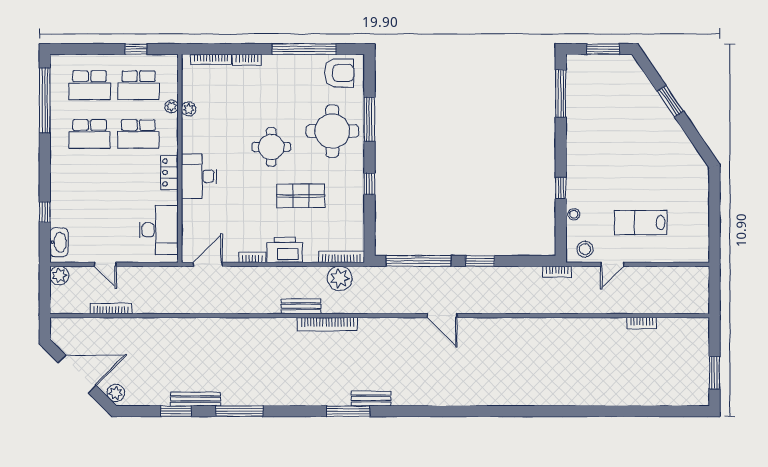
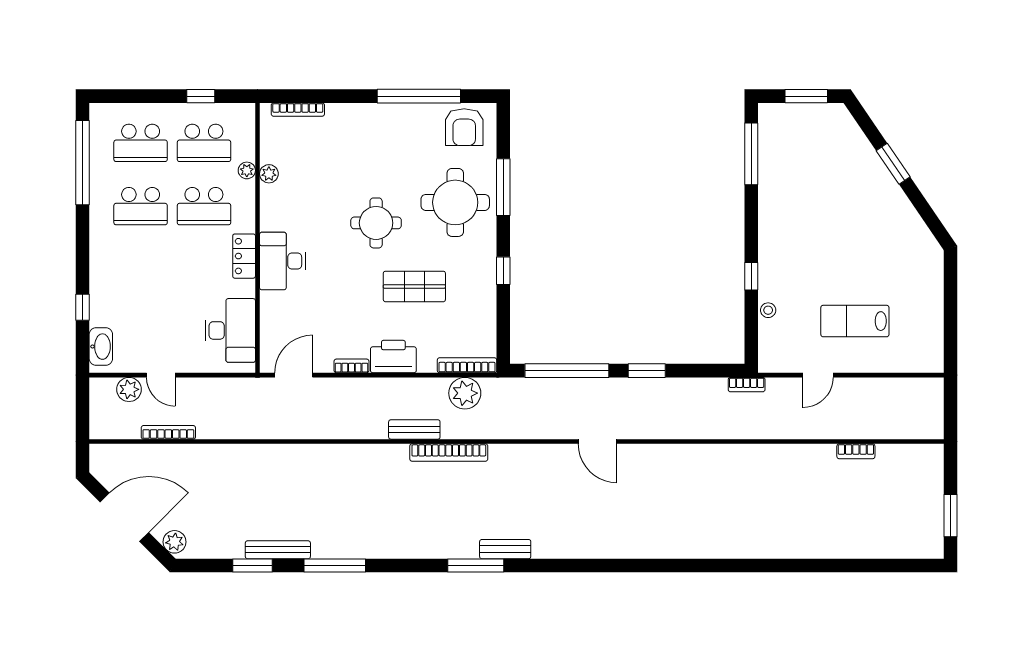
bookcase: (247, 60) -> (345, 110), removed
armchair: (339, 73) -> (464, 127), turned 90
stool: (585, 249) -> (783, 356), removed
plant: (59, 275) -> (129, 389), moved

